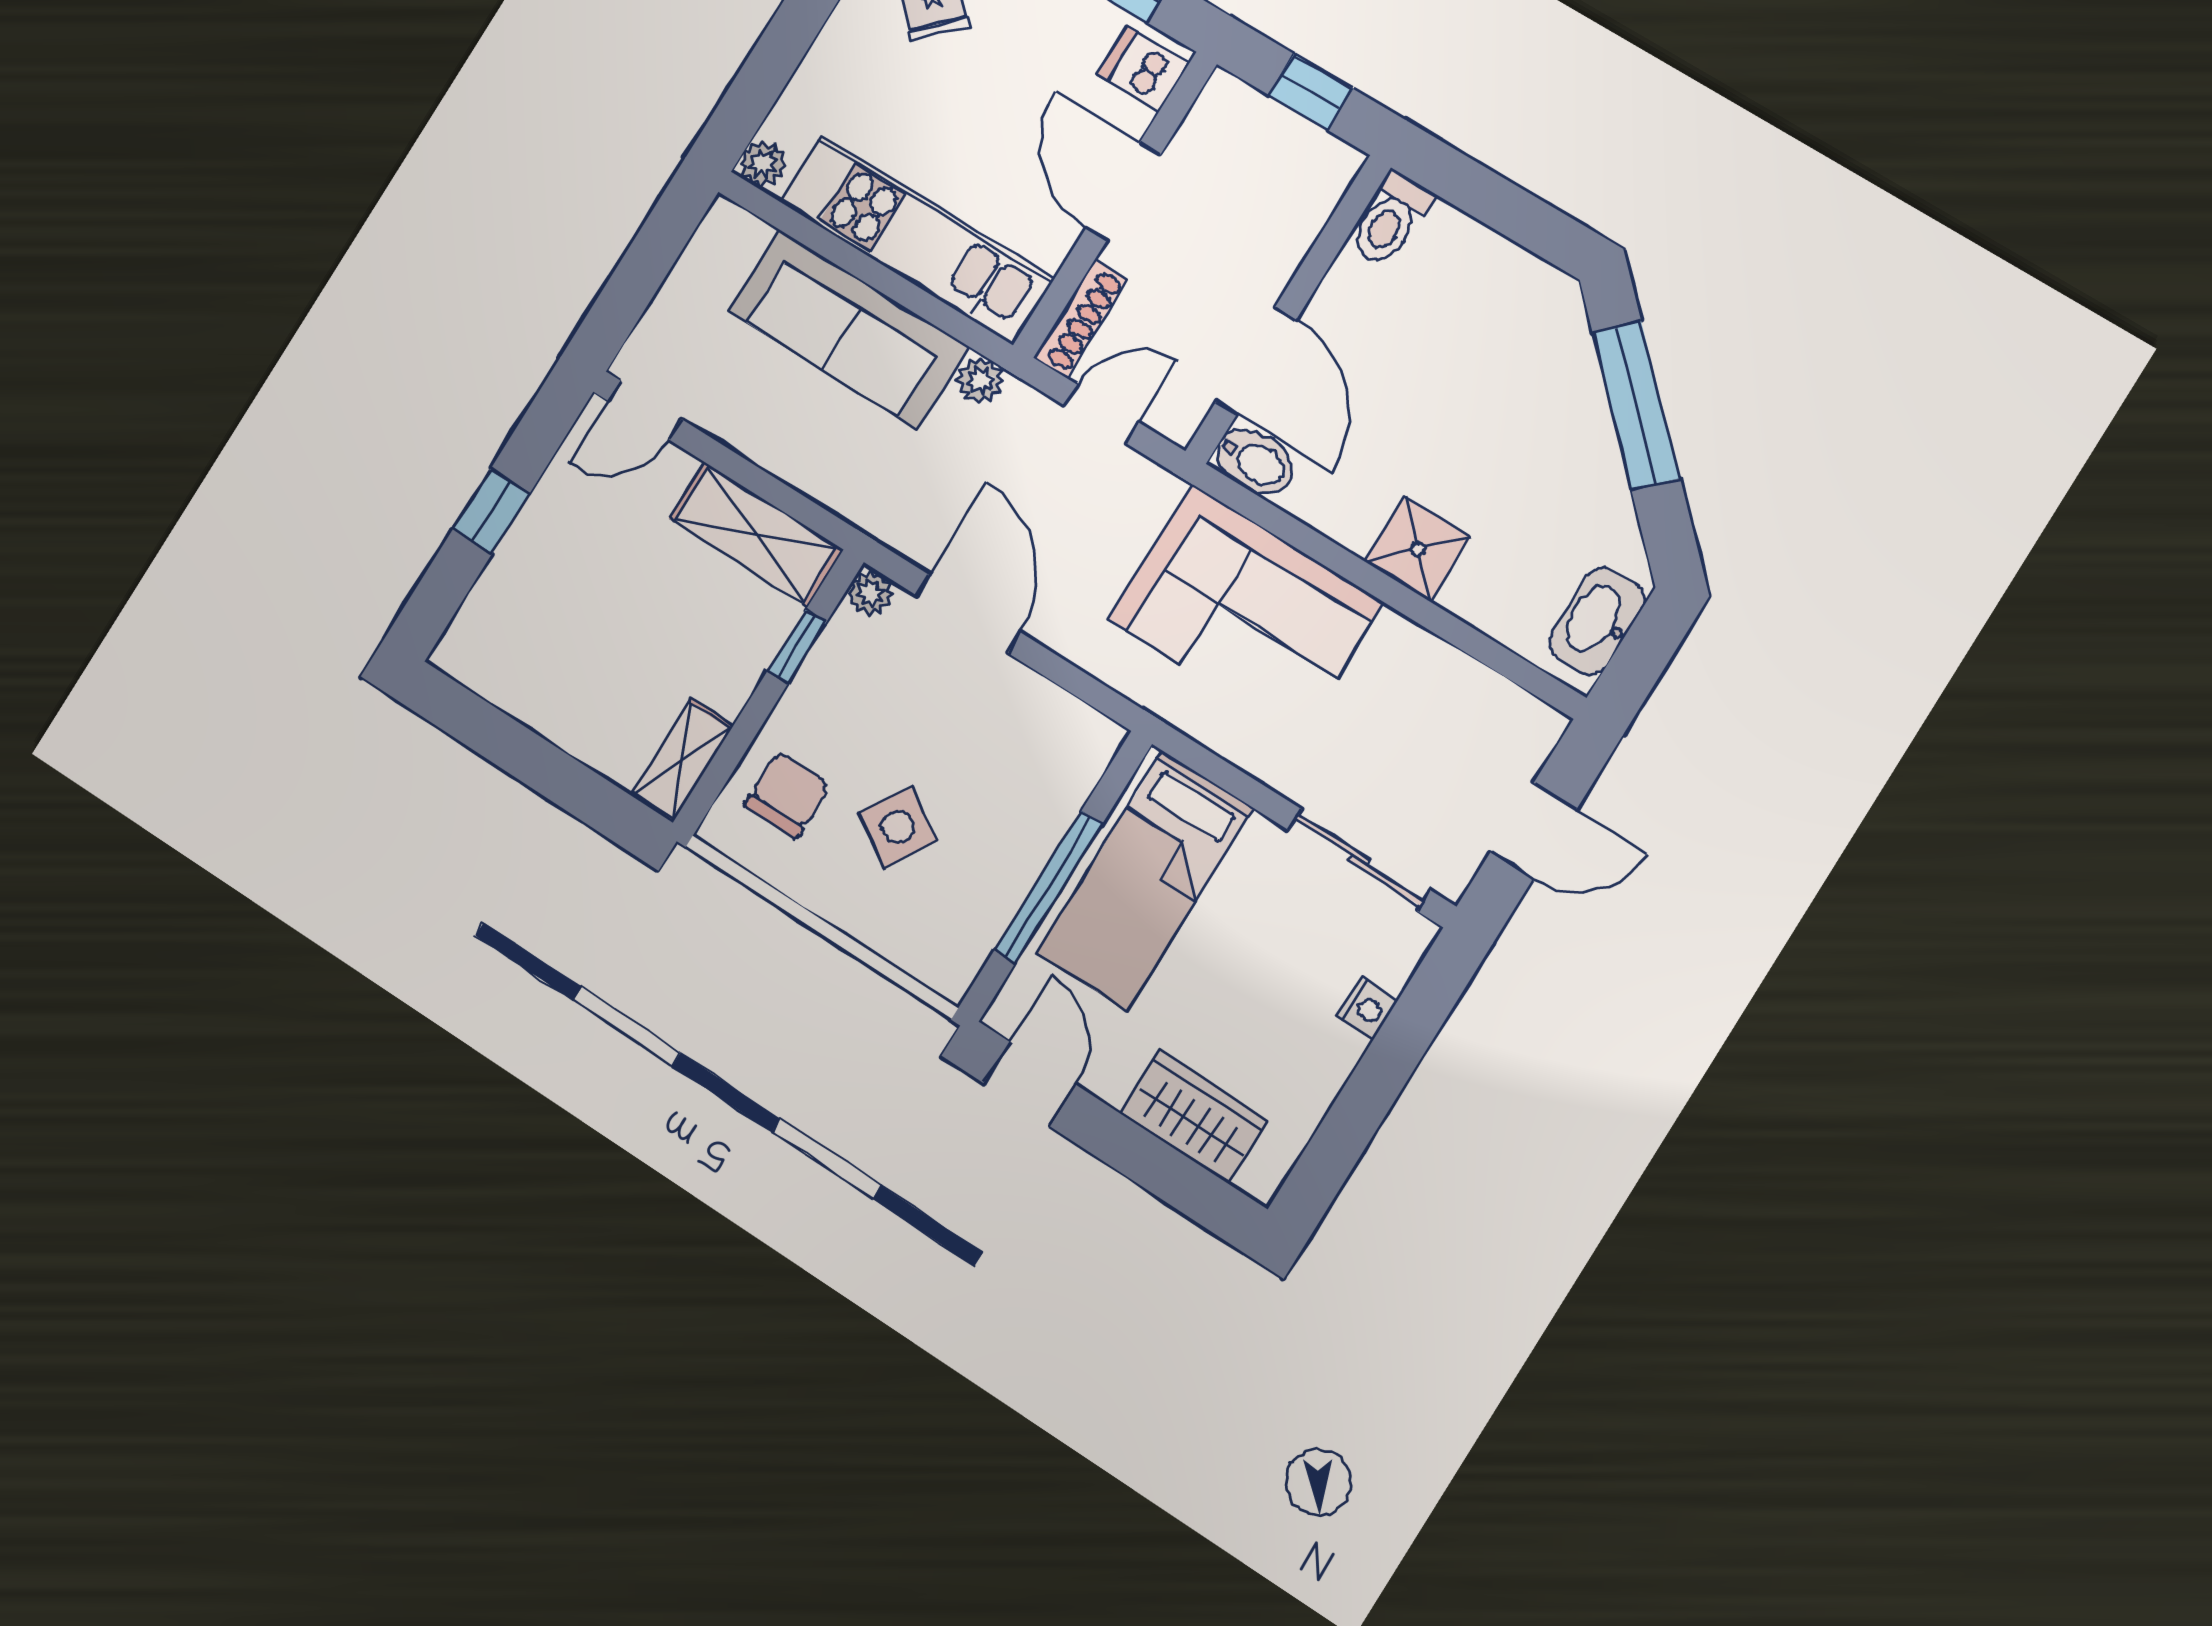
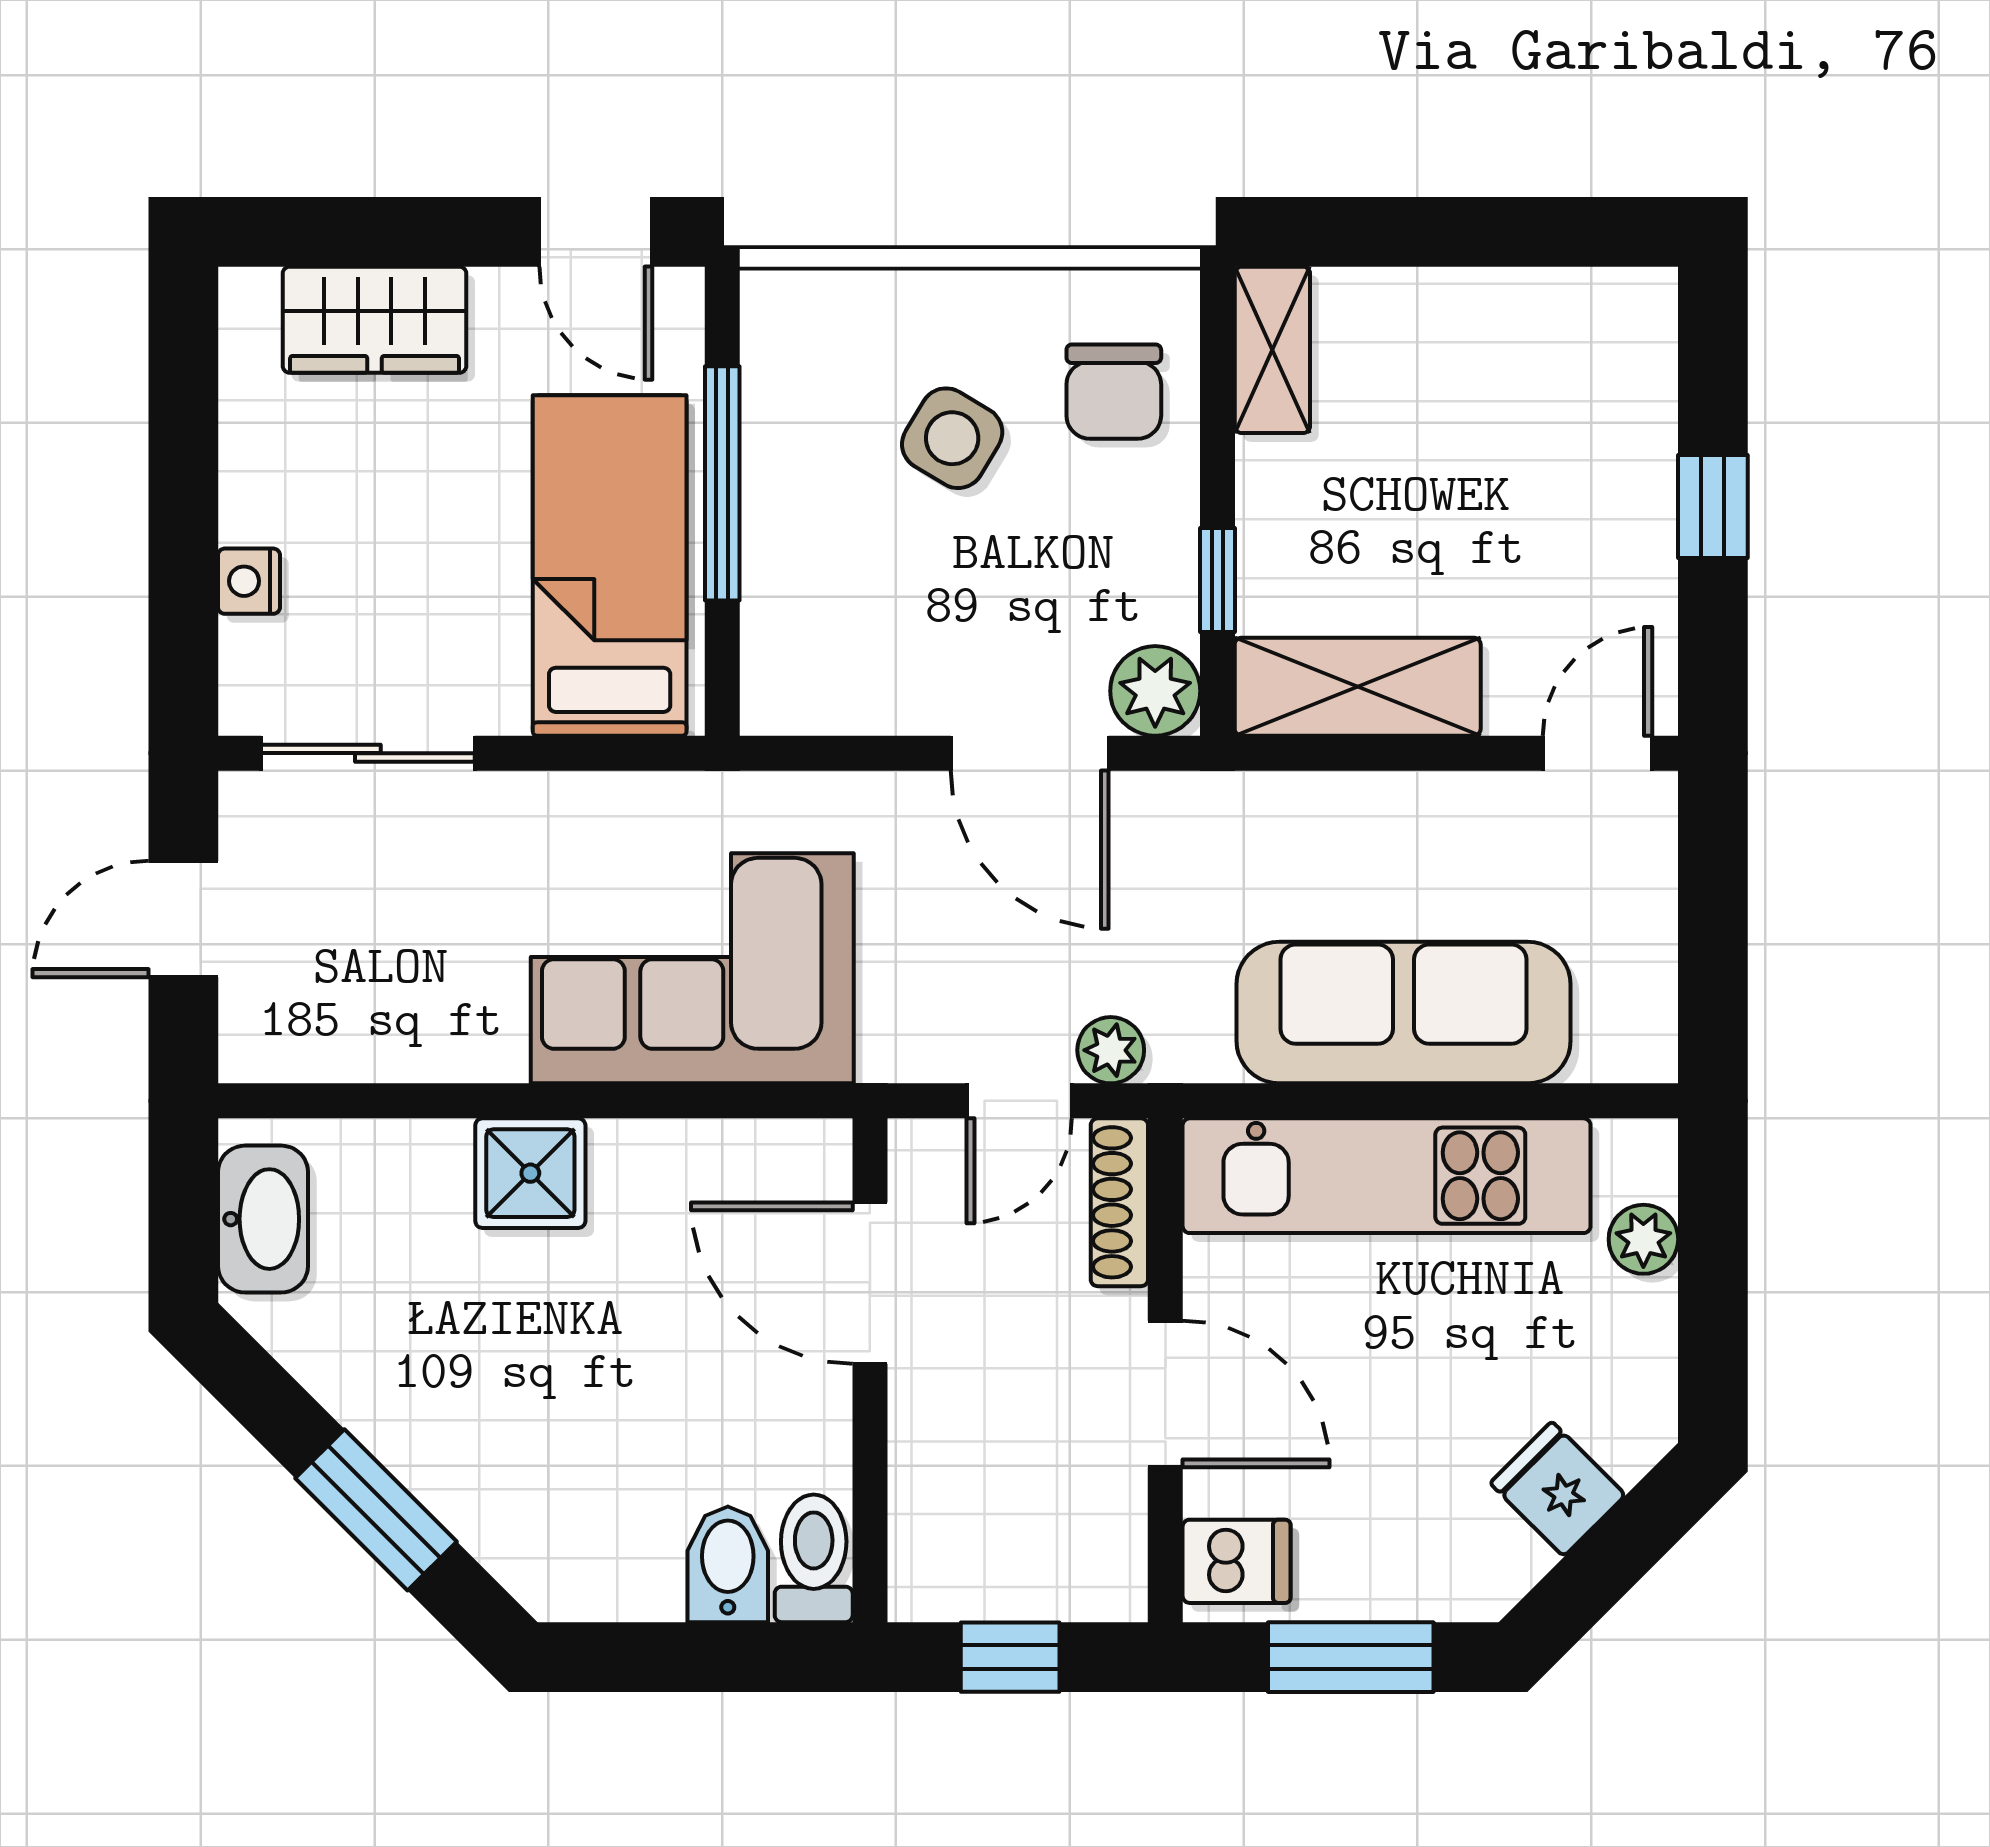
plant: (763, 164) -> (1643, 1239), moved
plant: (980, 380) -> (1111, 1050), moved
window: (1636, 405) -> (376, 1510), width x0.69
bidet: (1255, 461) -> (728, 1564), moved, turned 90
plant: (871, 593) -> (1155, 691), width x1.38, depth x1.38

